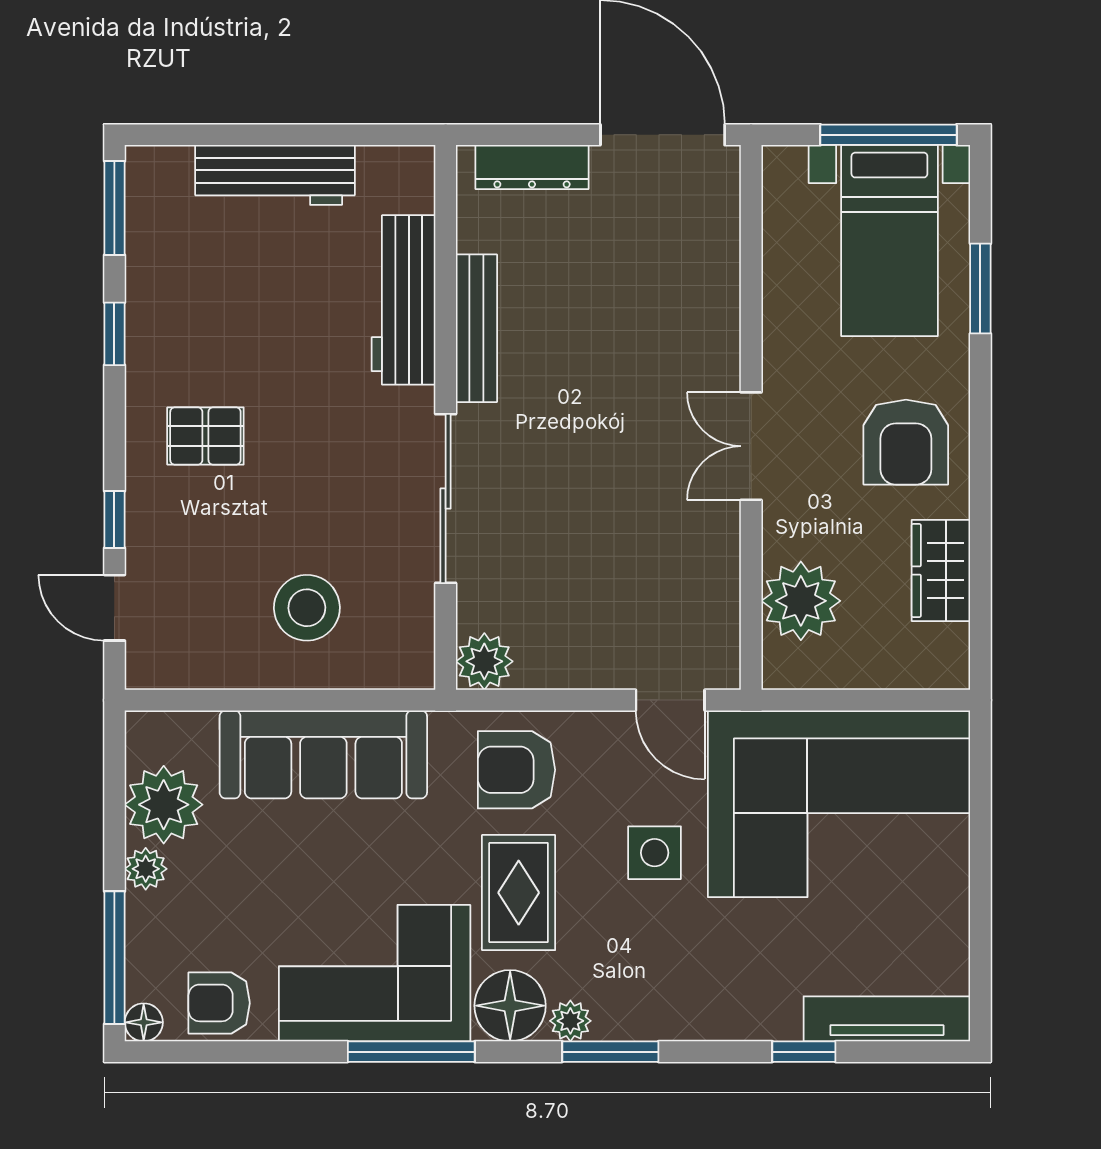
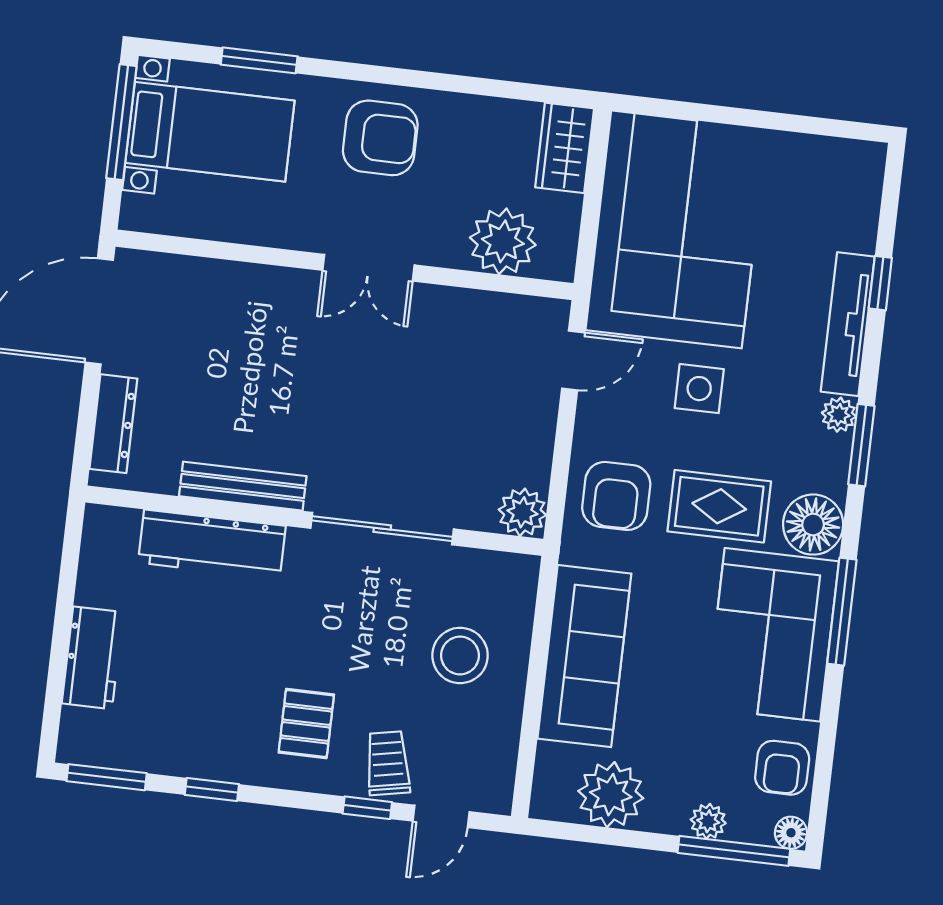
workbench: (275, 175) -> (93, 658), width x0.73
trolley: (170, 537) -> (388, 763), added
wardrobe: (941, 571) -> (565, 148), moved, turned 90
plant: (146, 869) -> (708, 821), moved
tv unit: (887, 1019) -> (848, 324), moved
plant: (570, 1021) -> (839, 415), moved

